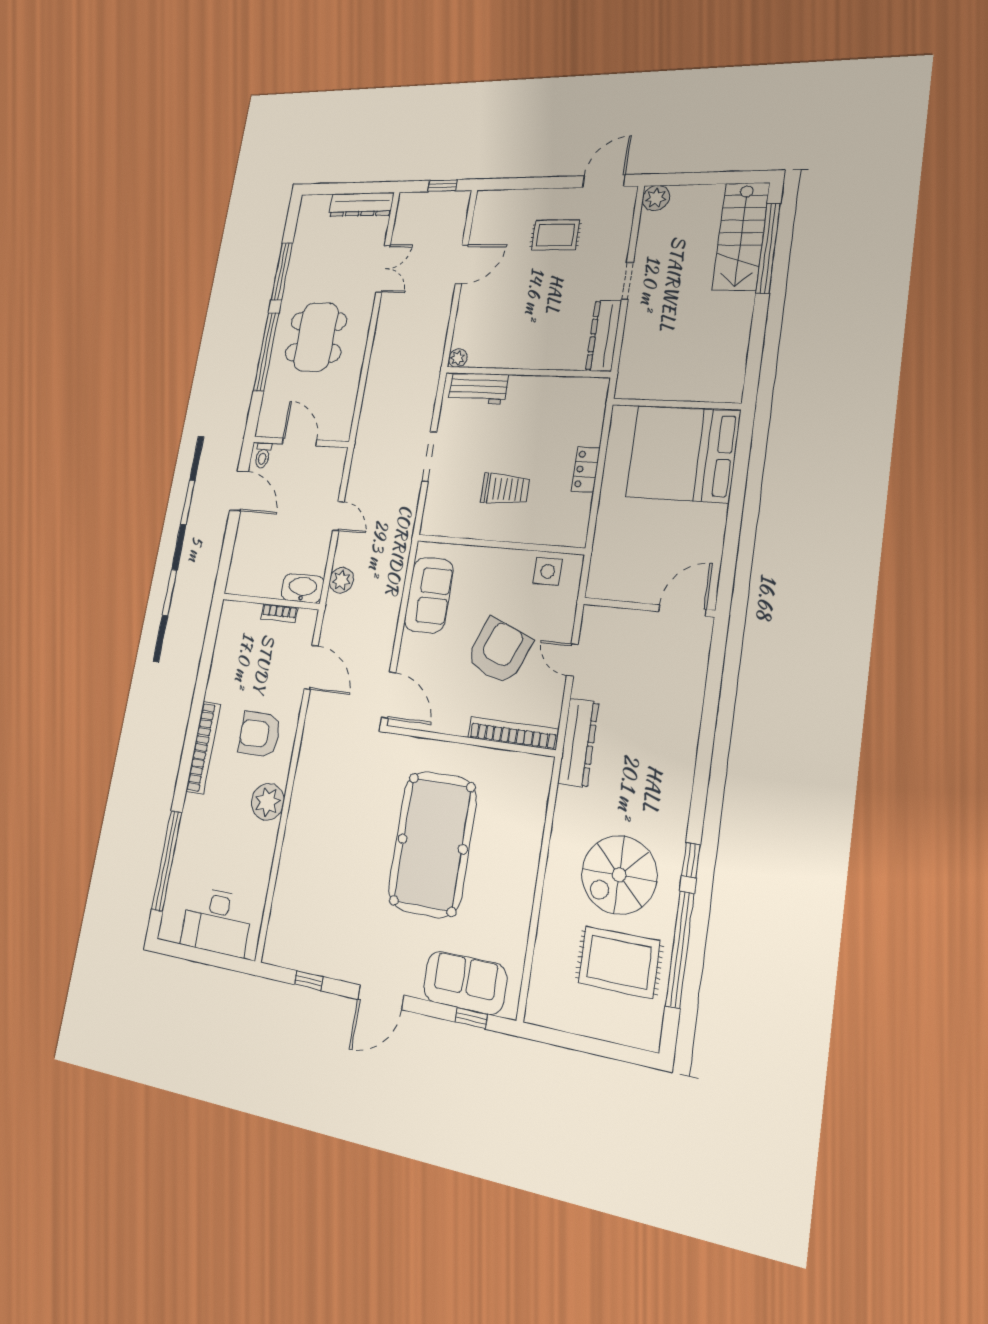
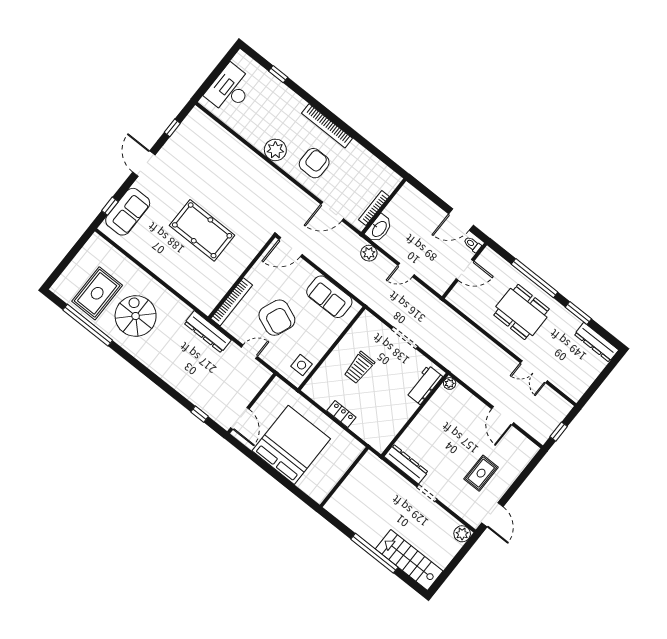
dresser: (361, 204) -> (596, 342), moved, turned -90
window: (768, 248) -> (374, 553), moved
window: (282, 271) -> (578, 313), width x0.69
bed: (683, 454) -> (291, 445), moved
bookcase: (279, 613) -> (374, 208), width x1.56
pool table: (432, 844) -> (202, 230), width x0.73, depth x0.76
window: (691, 860) -> (200, 414), moved
window: (167, 861) -> (278, 74), width x0.32

